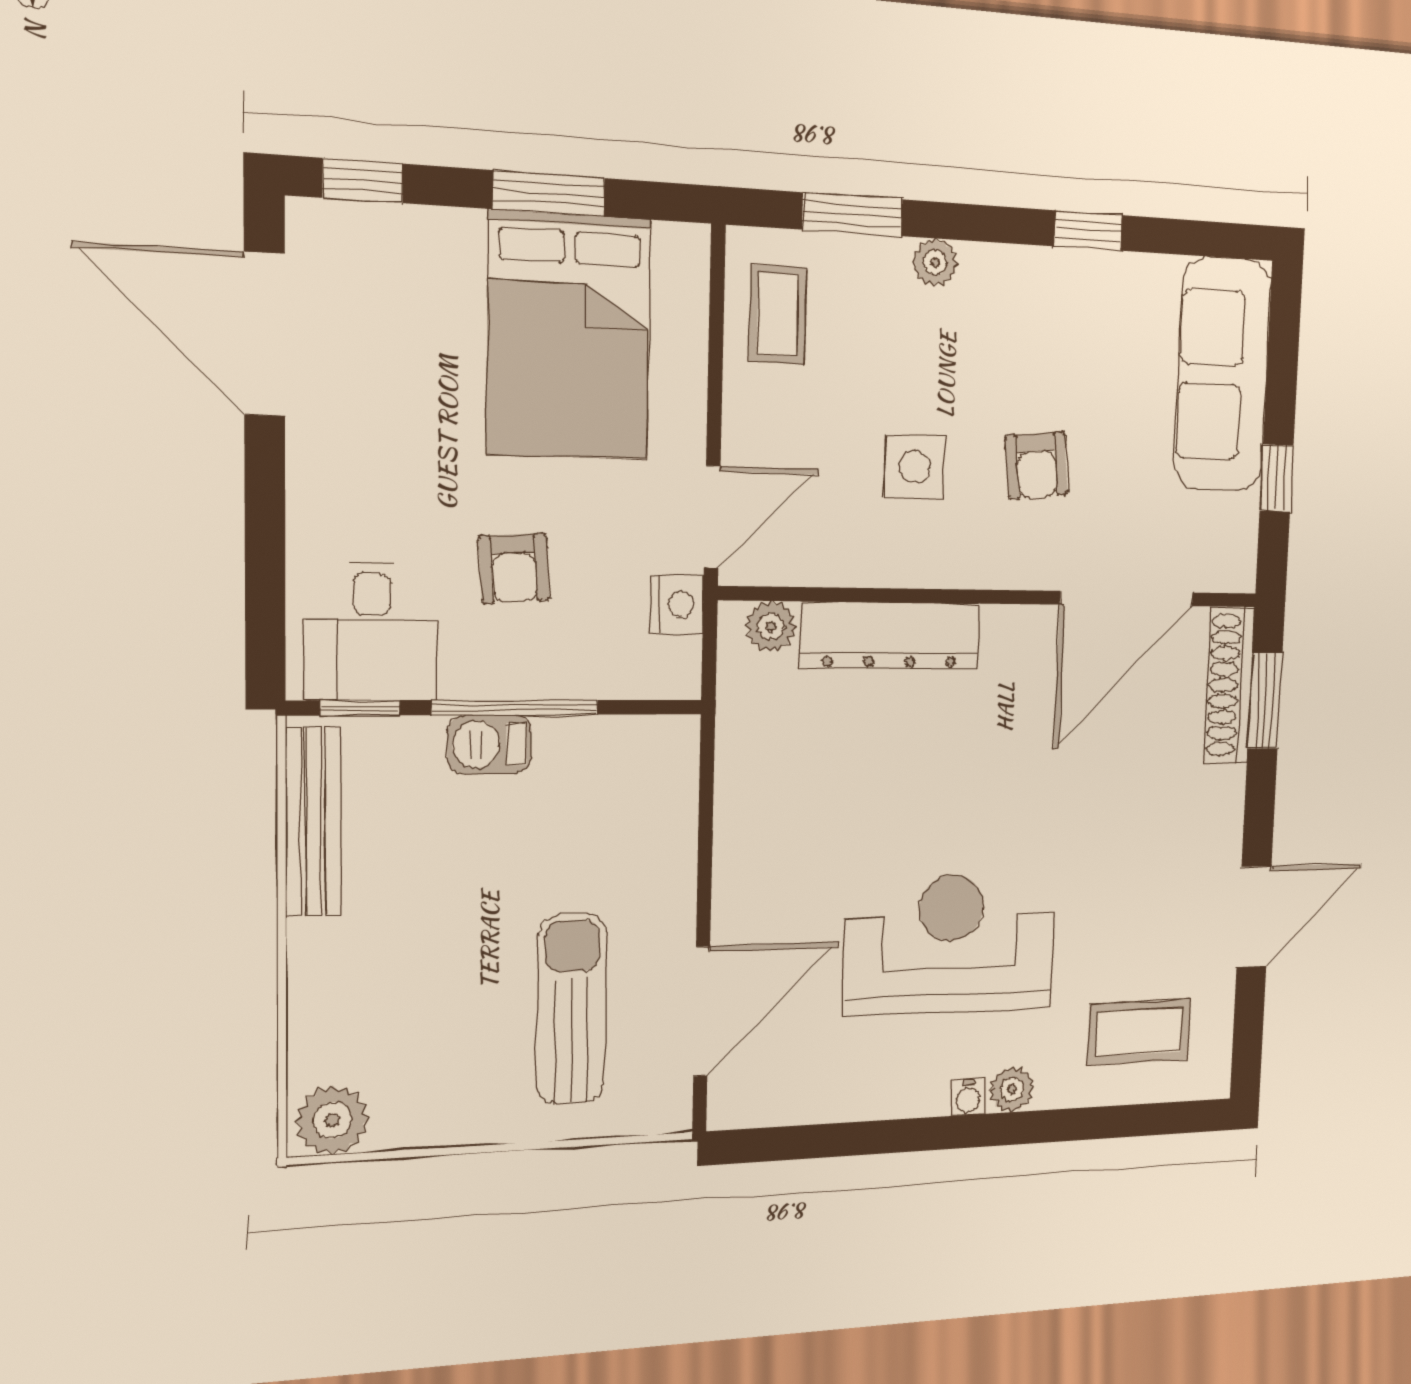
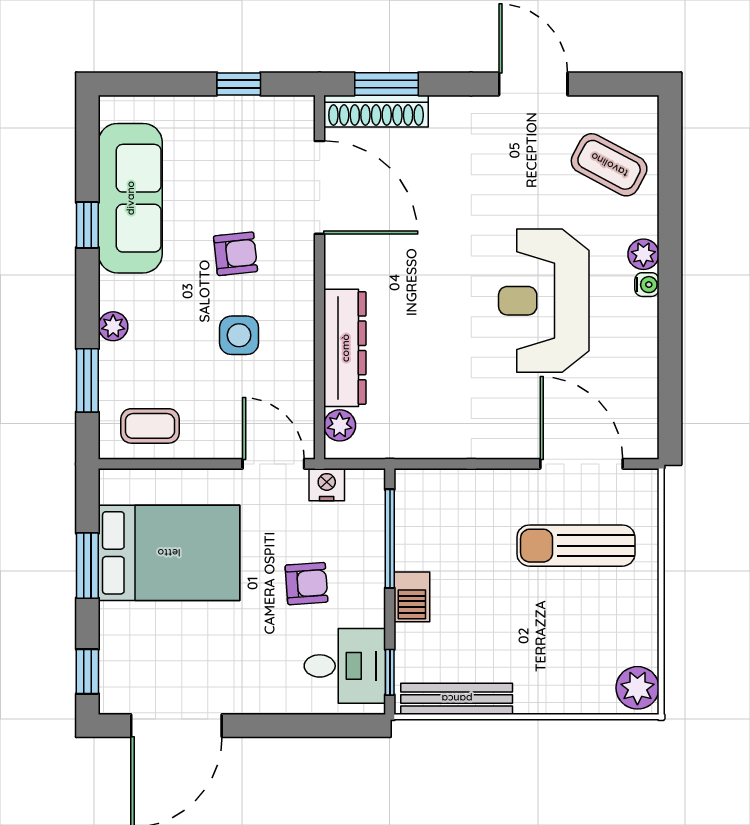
sofa: (1222, 375) -> (130, 198), moved, turned -90
window: (515, 708) -> (390, 539), moved
coffee table: (1139, 1032) -> (609, 165), turned -62

